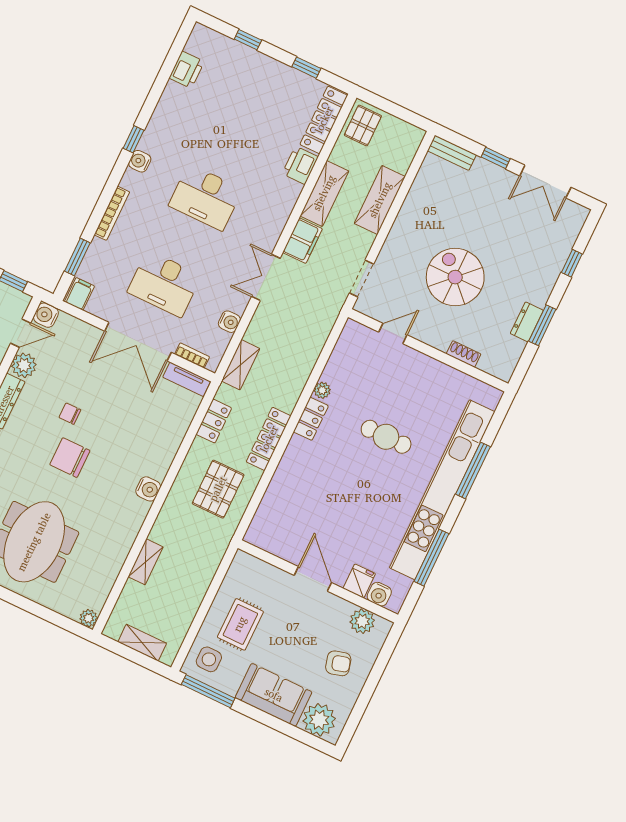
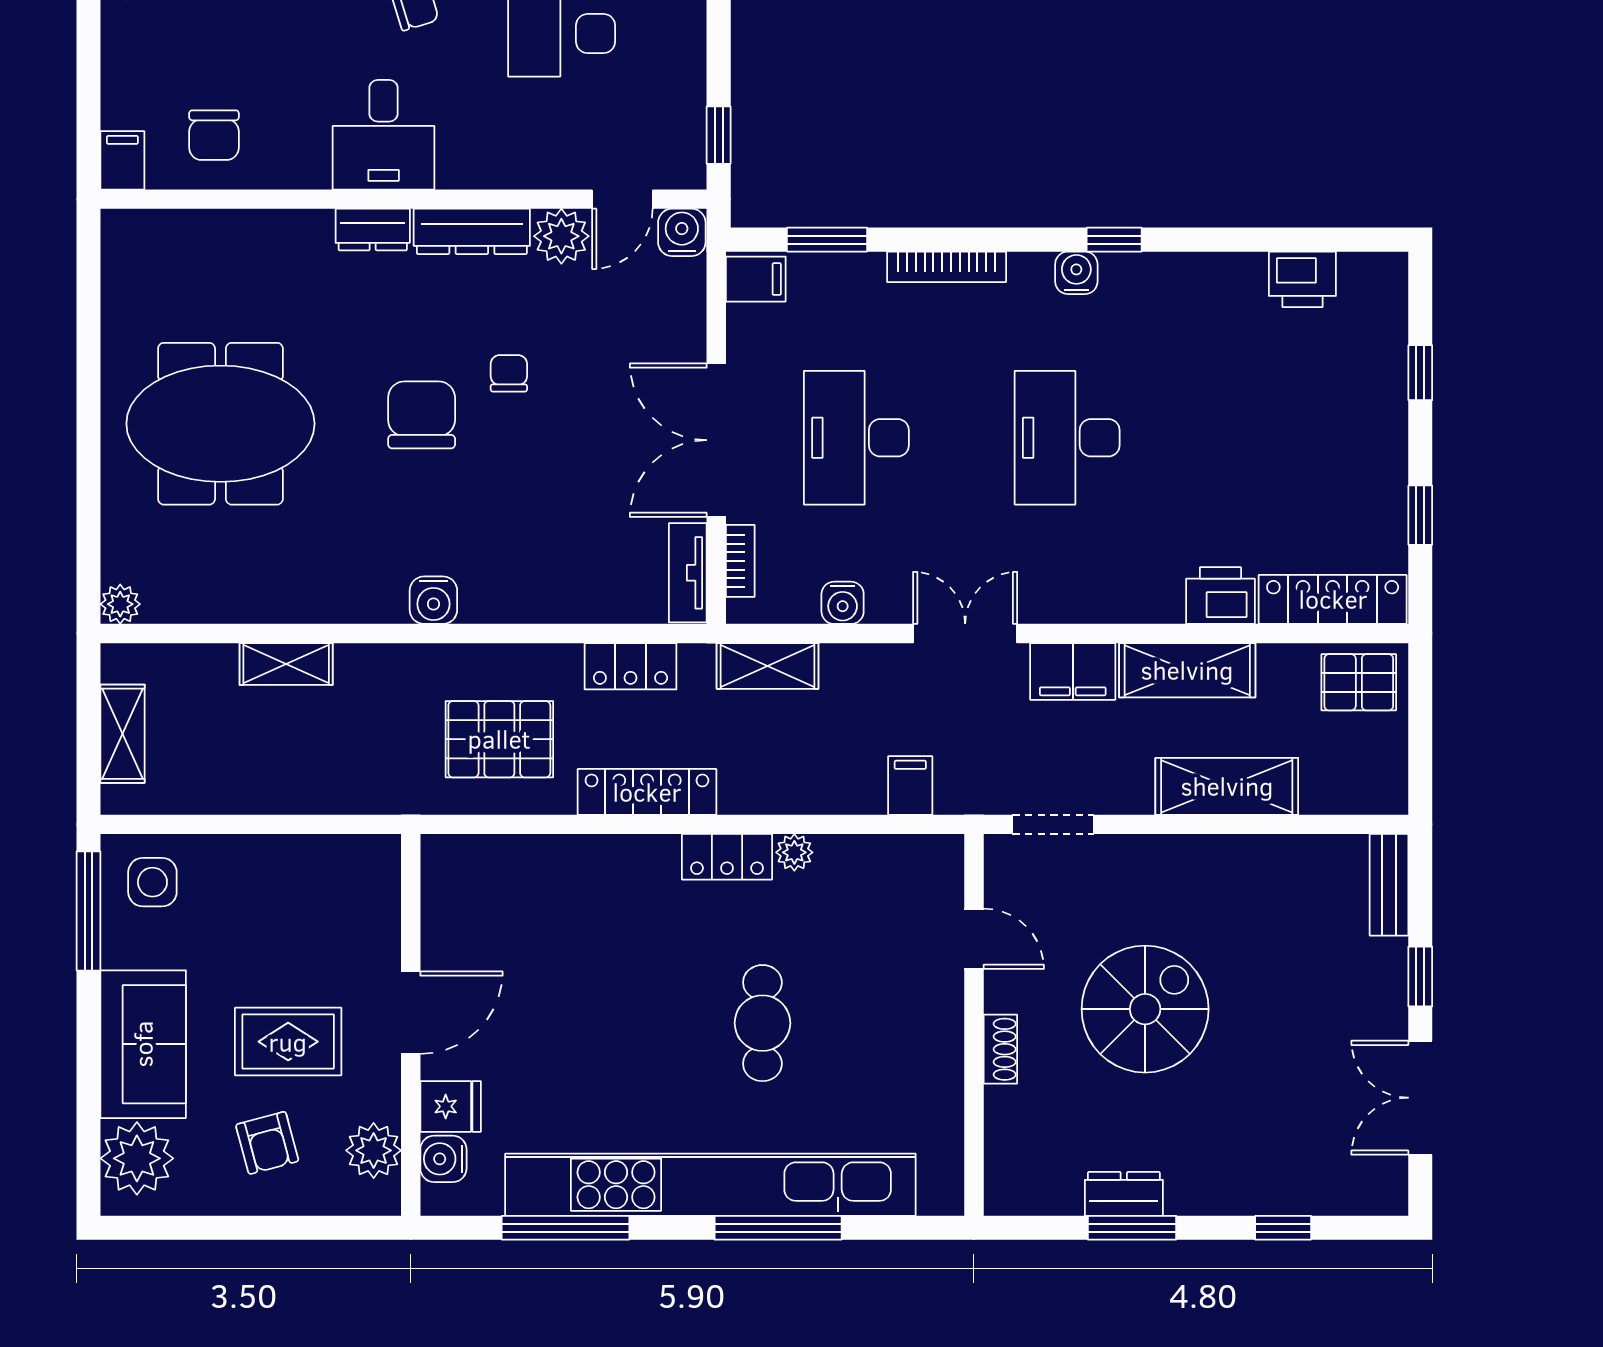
filing cabinet: (317, 330) -> (910, 785), added
door: (21, 333) -> (622, 199), hinge flipped
shoe rack: (464, 354) -> (1000, 1049), moved
rug: (240, 624) -> (288, 1042), moved

